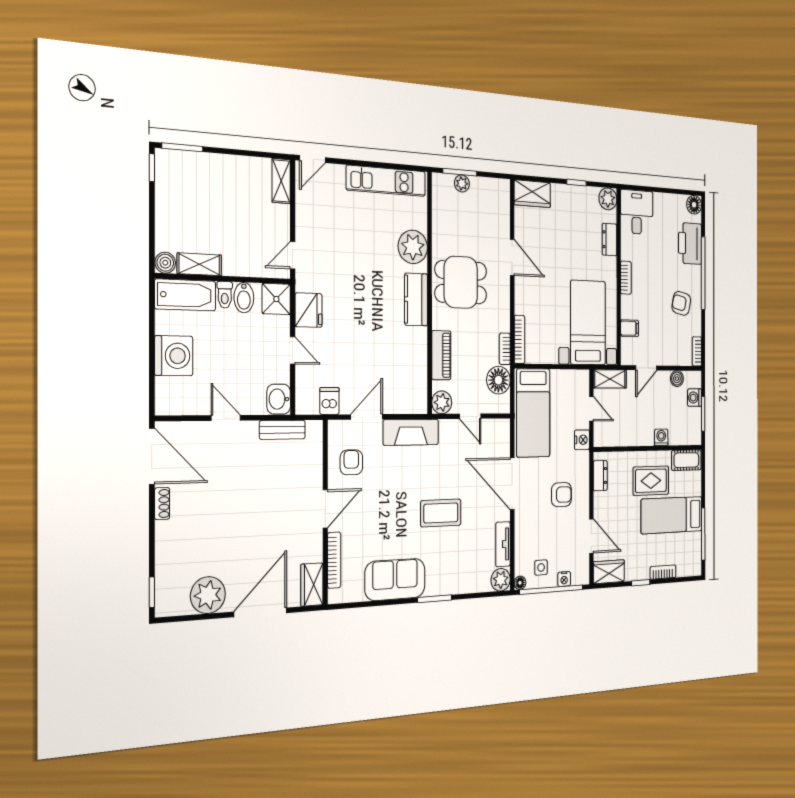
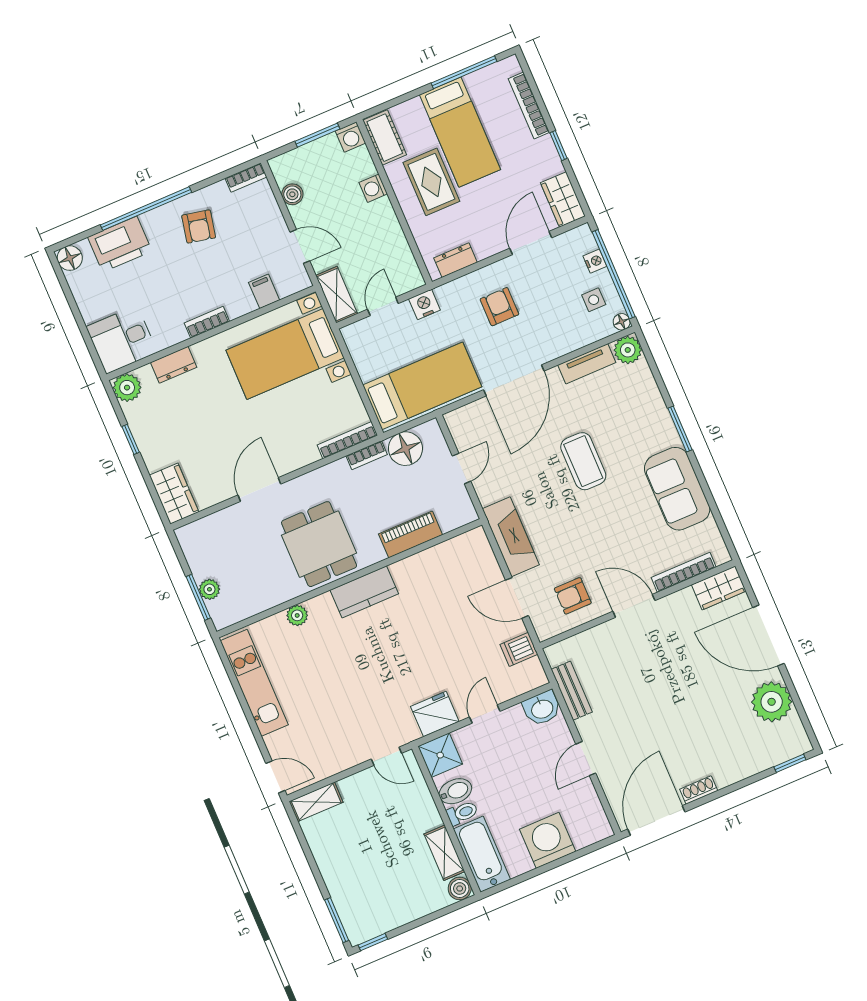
plant: (413, 247) -> (297, 615), width x0.53, depth x0.53
washing machine: (695, 398) -> (350, 137), moved
plant: (442, 402) -> (462, 512), removed
bookcase: (663, 572) -> (529, 106), width x1.56

